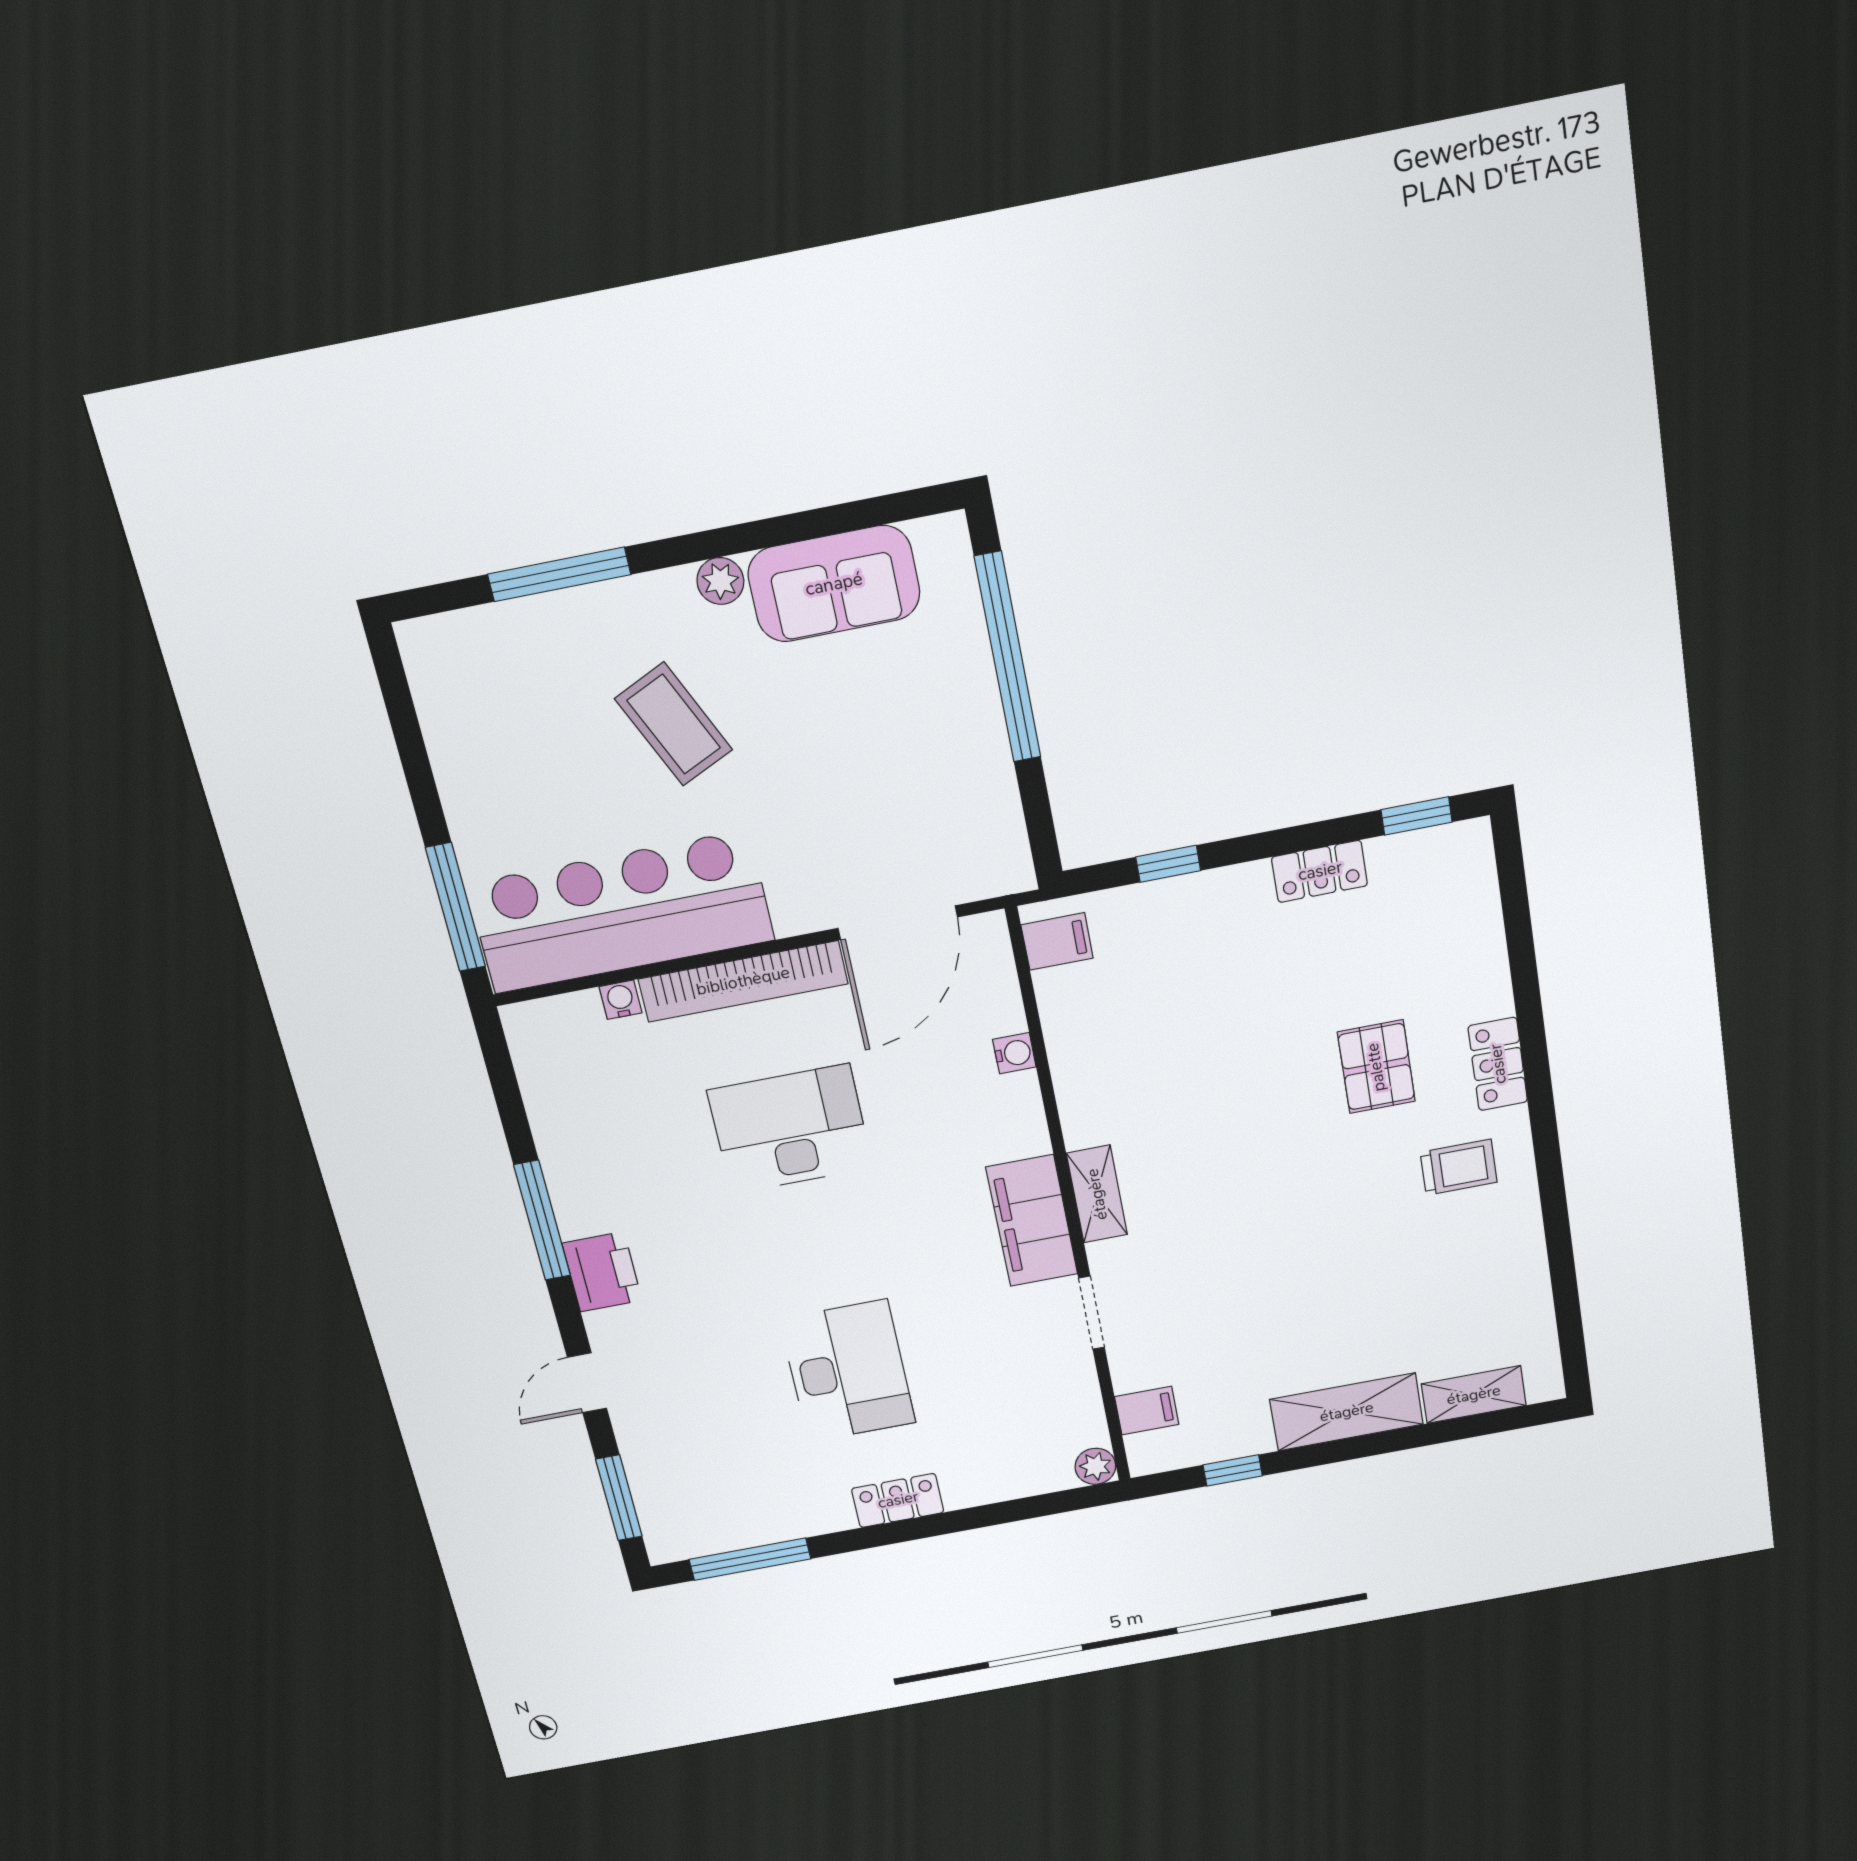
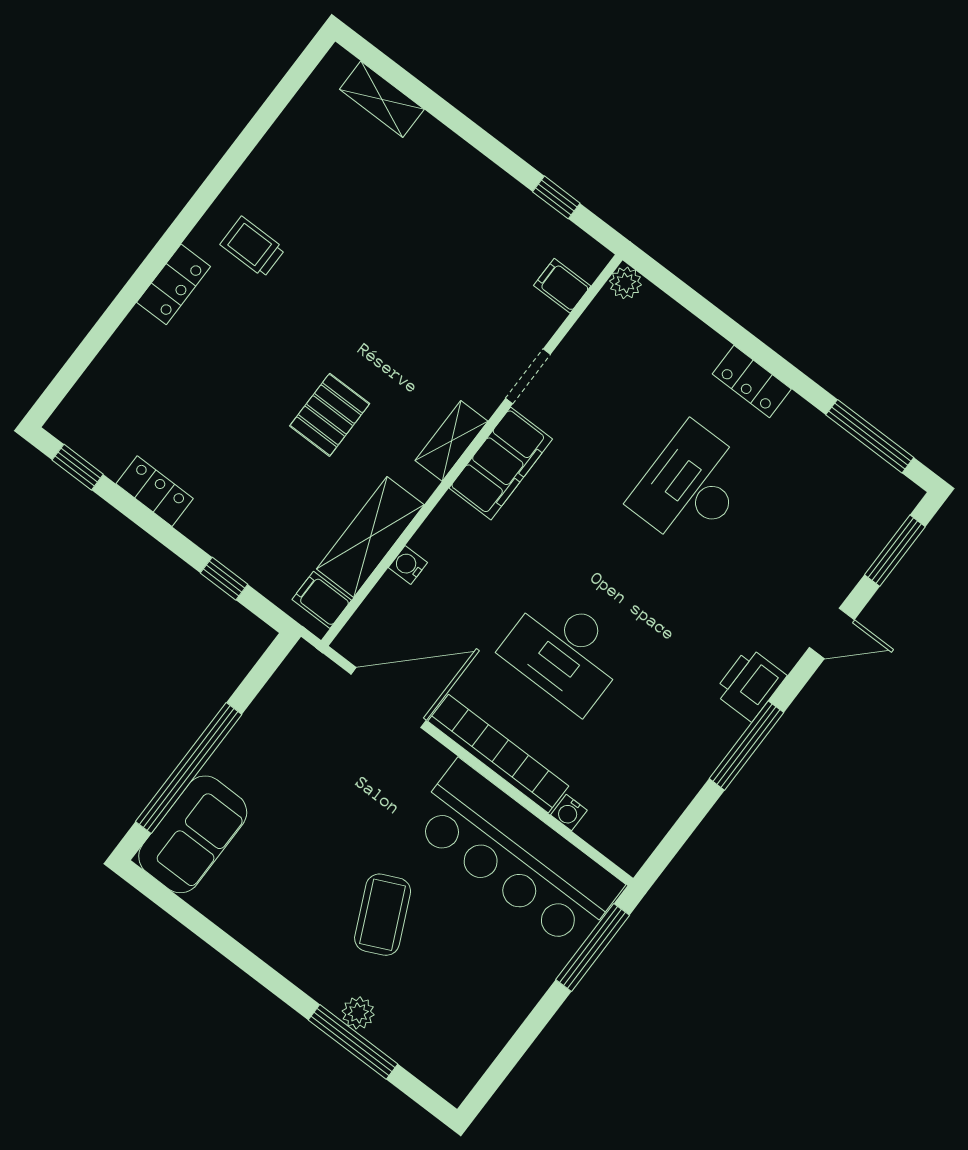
plant: (720, 581) -> (358, 1013), moved
sofa: (834, 584) -> (193, 834), moved, turned 90
pallet: (1376, 1067) -> (330, 415), moved
shelving: (1347, 1412) -> (370, 537), moved, turned 90

